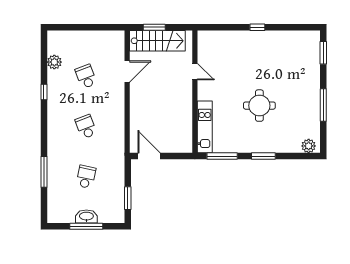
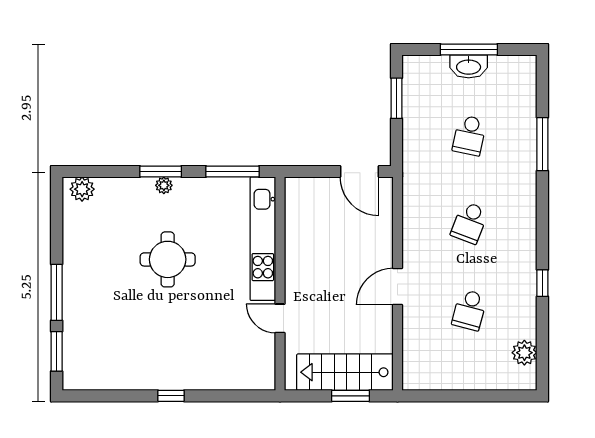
plant: (54, 62) -> (524, 353), moved
door: (127, 71) -> (398, 287), moved
school desk: (86, 76) -> (469, 310), turned 36
window: (323, 105) -> (57, 292), moved
school desk: (86, 127) -> (469, 223), turned 42
kitchen unit: (205, 127) -> (263, 239), width x1.36
plant: (262, 148) -> (164, 185), added

